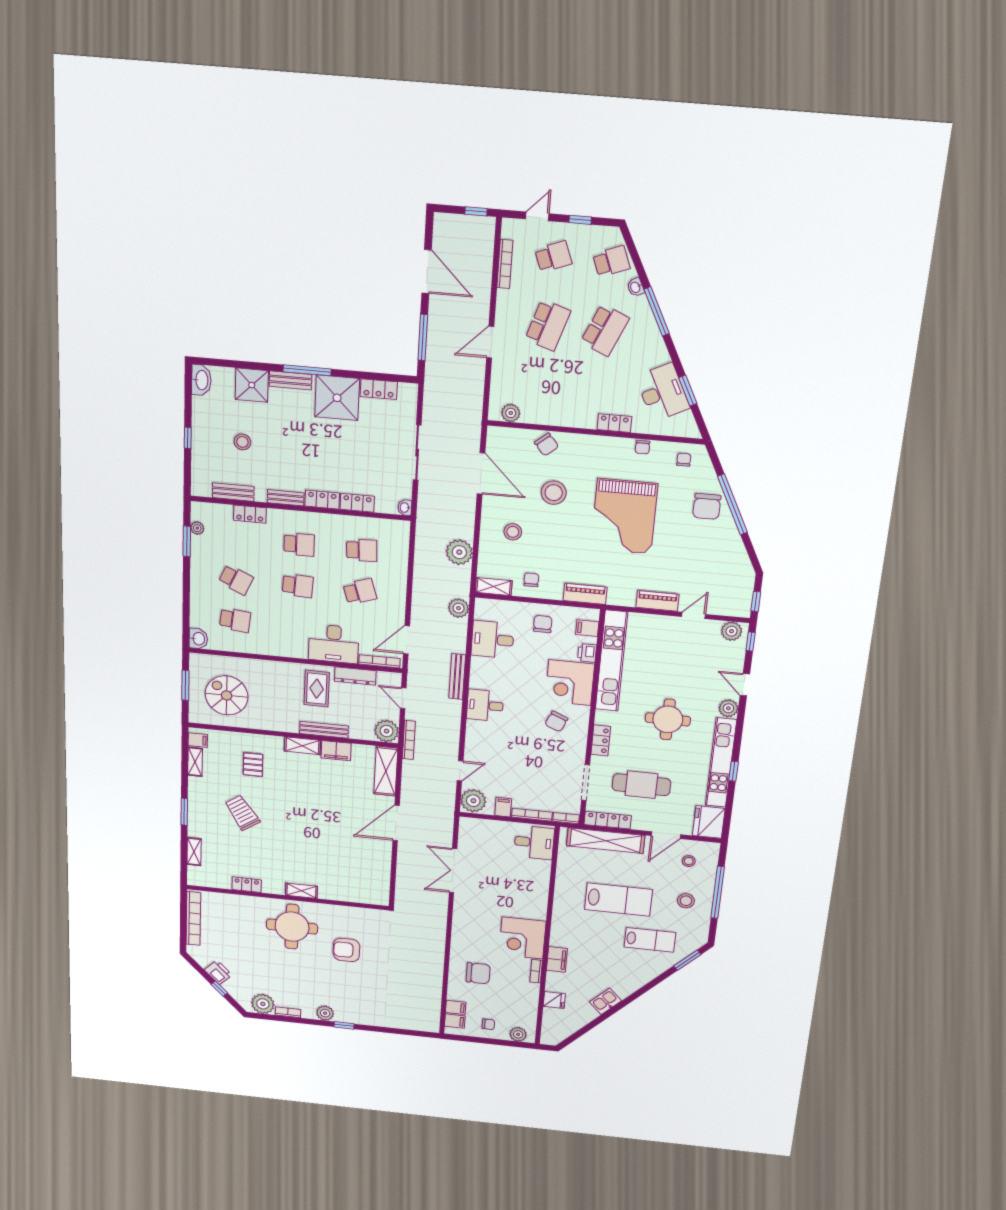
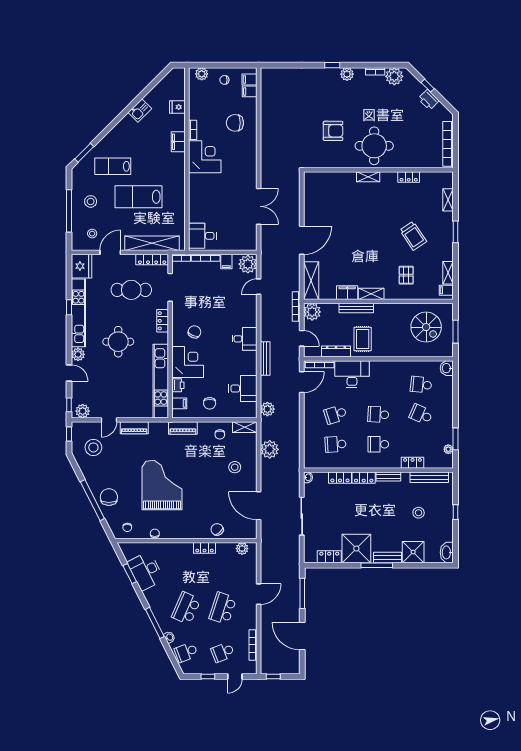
locker: (614, 423) -> (204, 548), moved
bench: (233, 492) -> (429, 477), width x1.36
stool: (554, 493) -> (93, 447), moved

